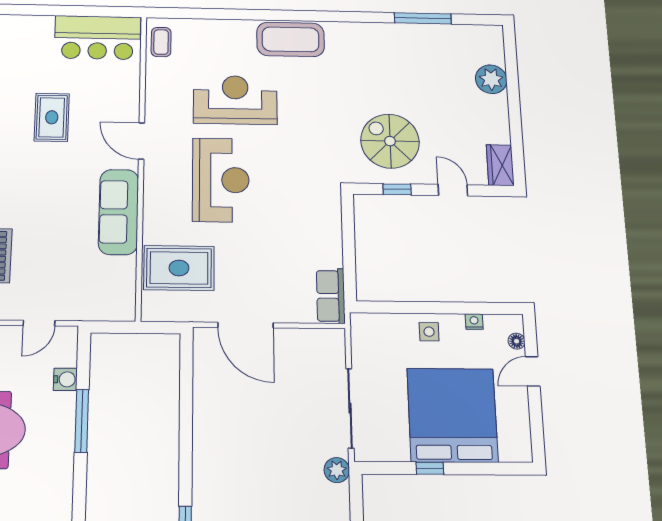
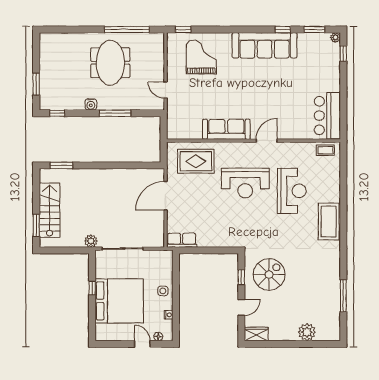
rug: (52, 117) -> (280, 92), removed
rug: (179, 268) -> (196, 161), turned 90
water cooler: (65, 379) -> (91, 104), moved

